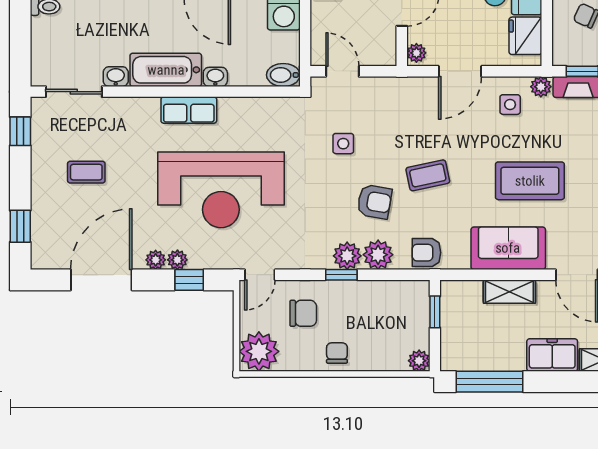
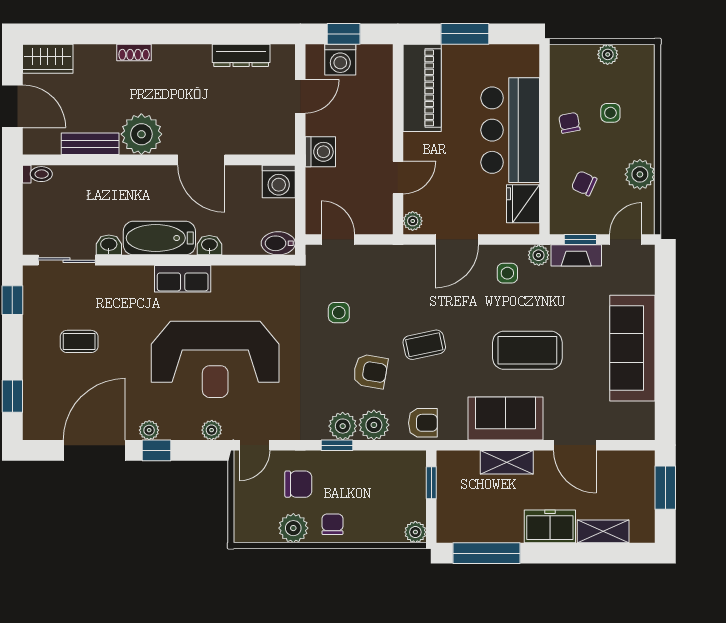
armchair: (427, 253) -> (423, 423), turned 180
plant: (177, 260) -> (212, 430), moved
window: (189, 280) -> (157, 450), moved
plant: (259, 351) -> (293, 528), moved, width x0.73, depth x0.73

